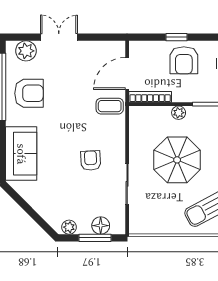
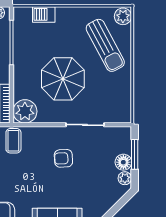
plant: (179, 113) -> (25, 111), moved, width x1.88, depth x1.88
floor lamp: (101, 226) -> (123, 162), moved

